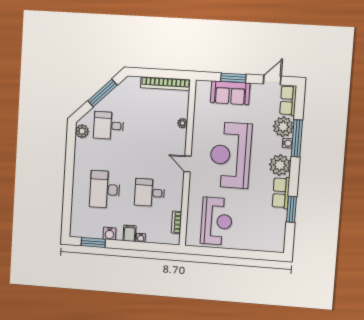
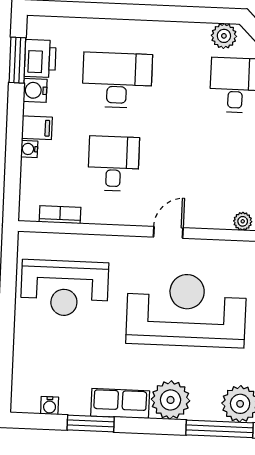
water cooler: (287, 143) -> (50, 406), moved
printer: (93, 230) -> (40, 58), added

